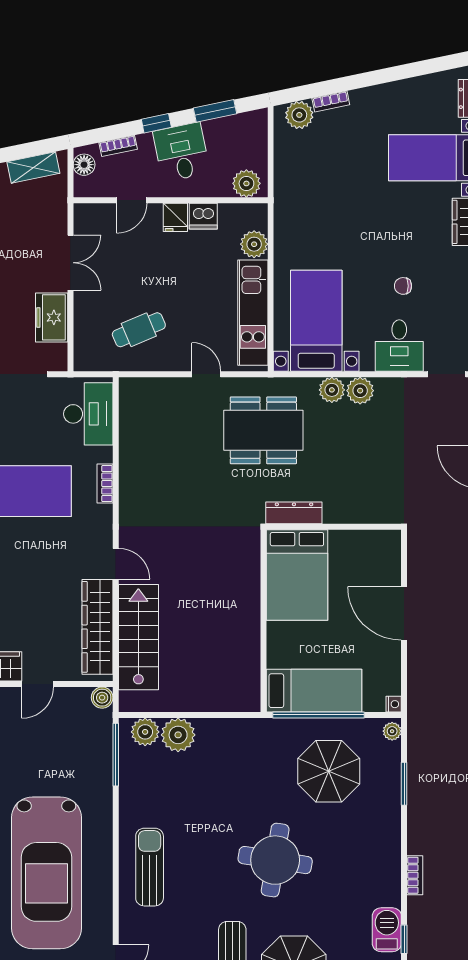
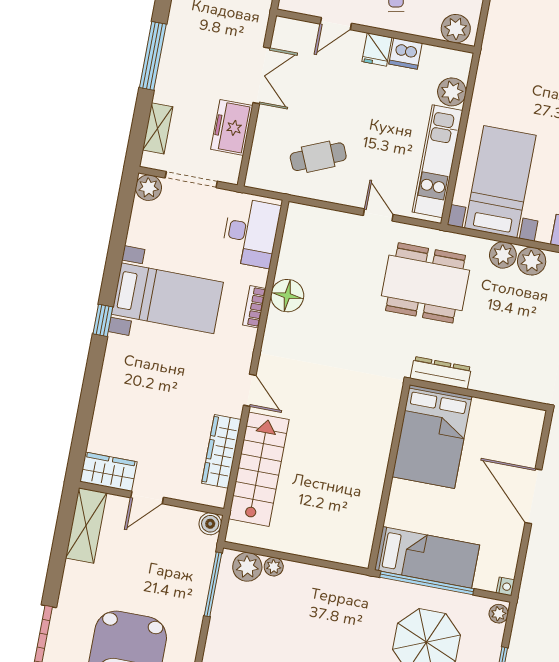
floor lamp: (134, 467) -> (287, 296), added
wardrobe: (98, 627) -> (221, 451), width x0.71, depth x0.85
plant: (178, 735) -> (274, 567), width x0.53, depth x0.53

